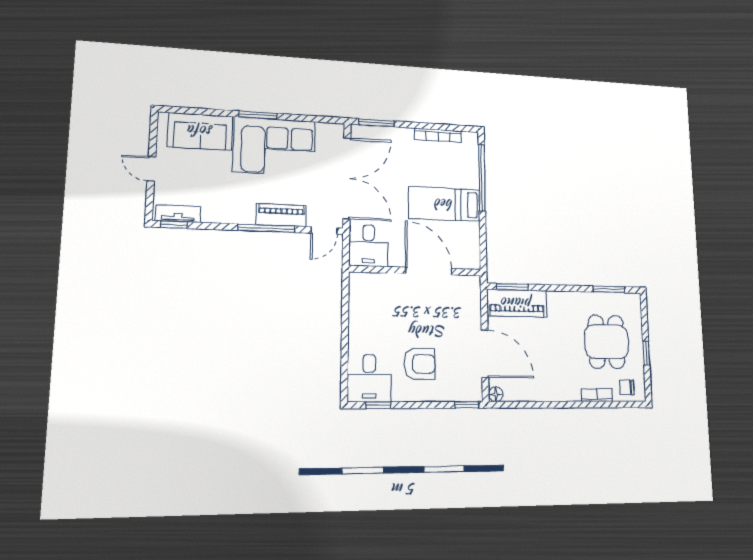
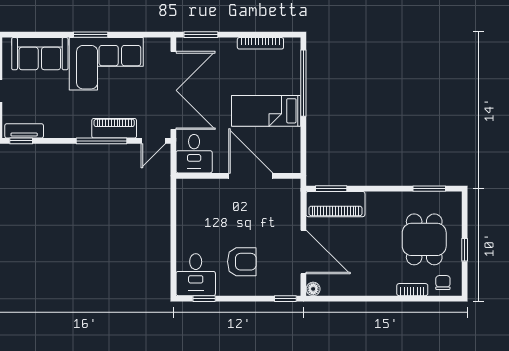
chair: (627, 387) -> (443, 283), turned 90

